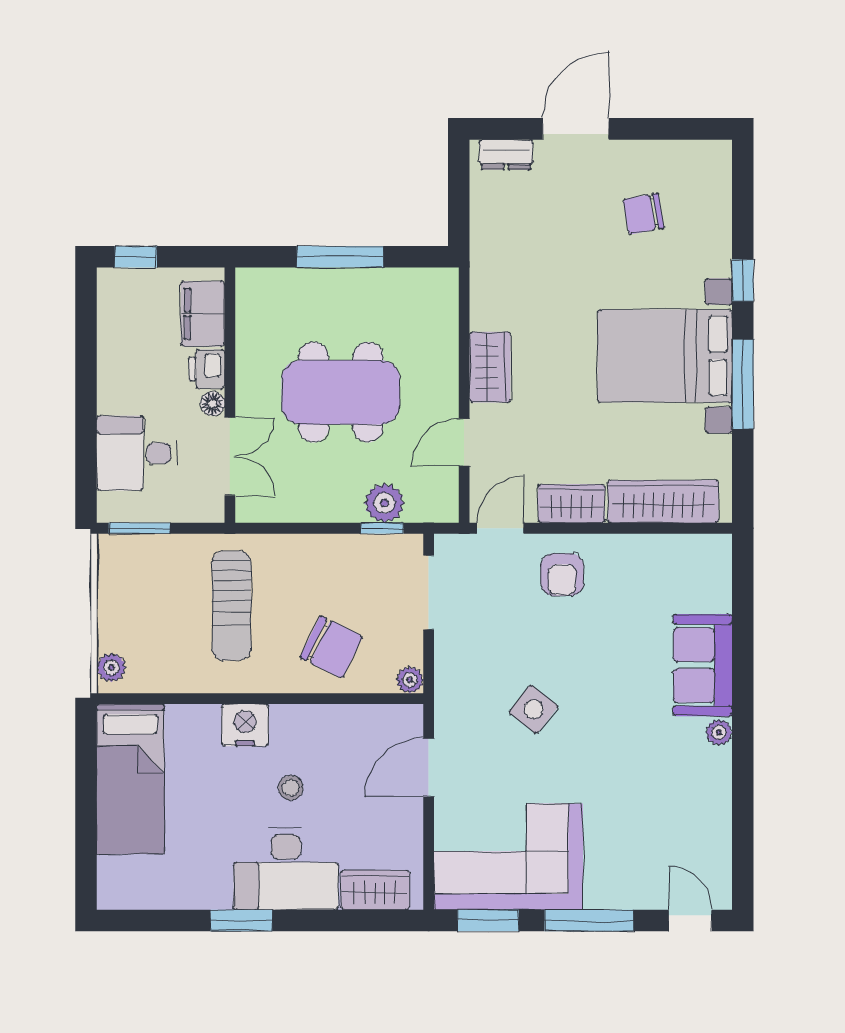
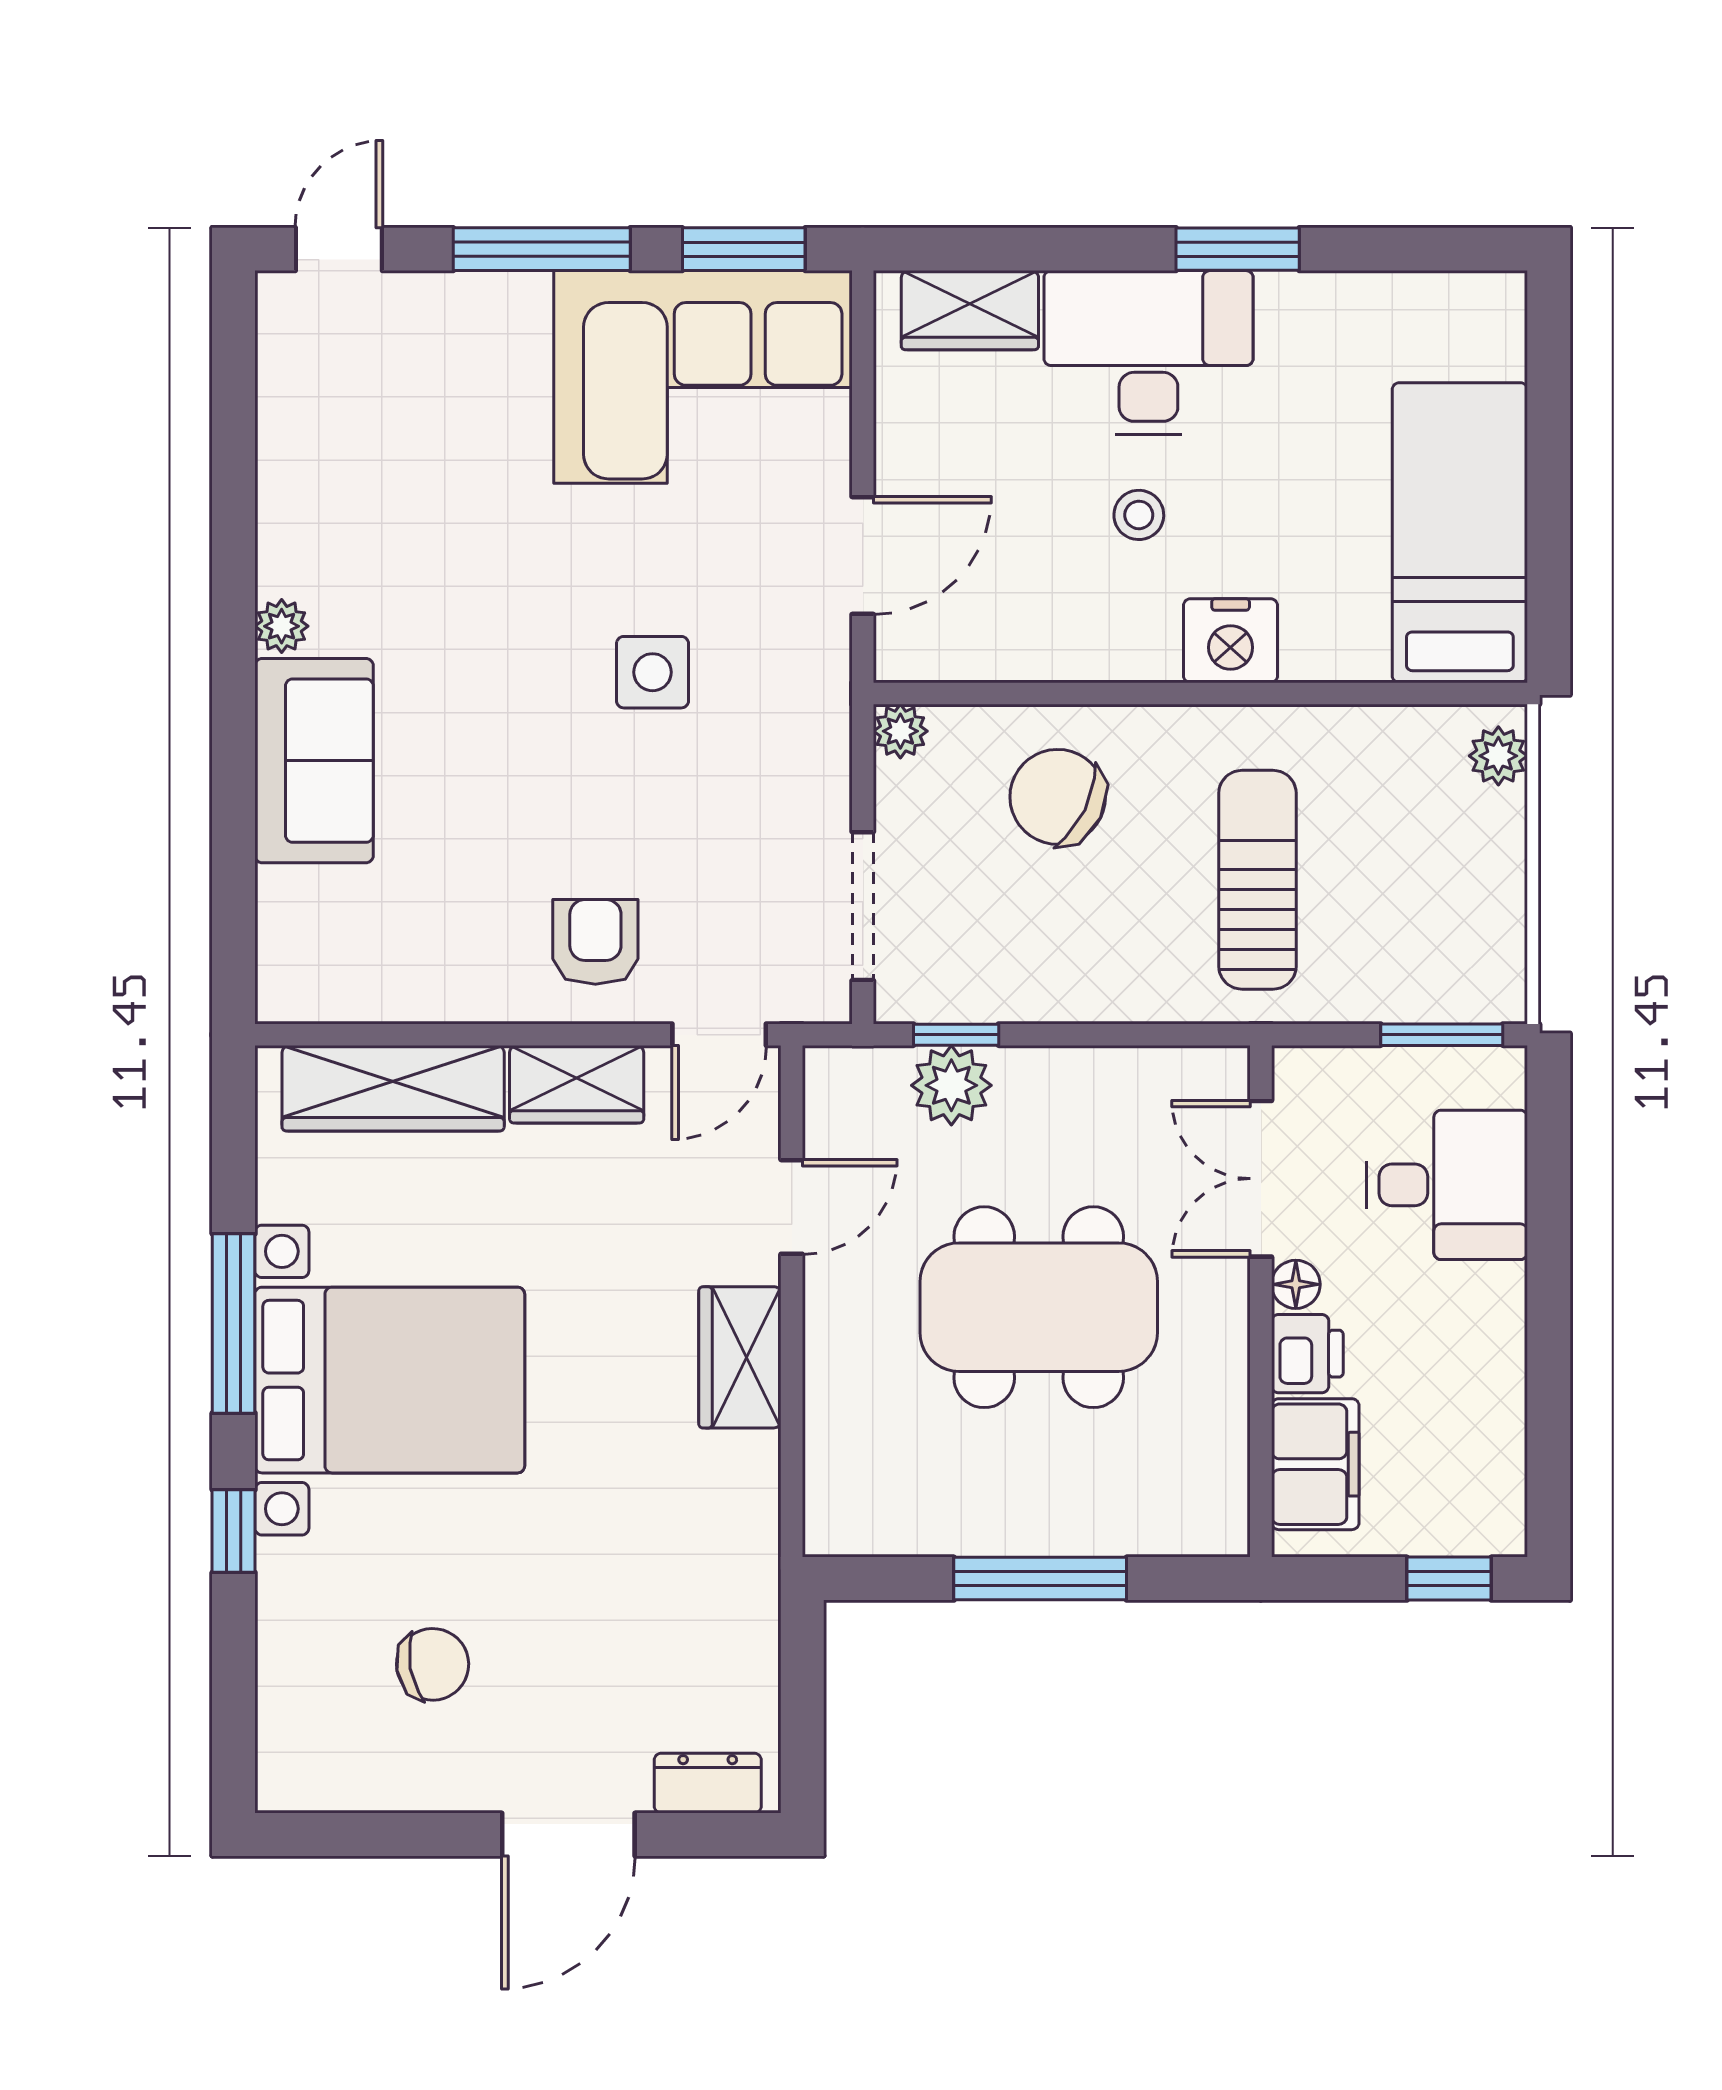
side table: (534, 709) -> (653, 672), turned -38
door: (690, 921) -> (339, 249), swing flipped

